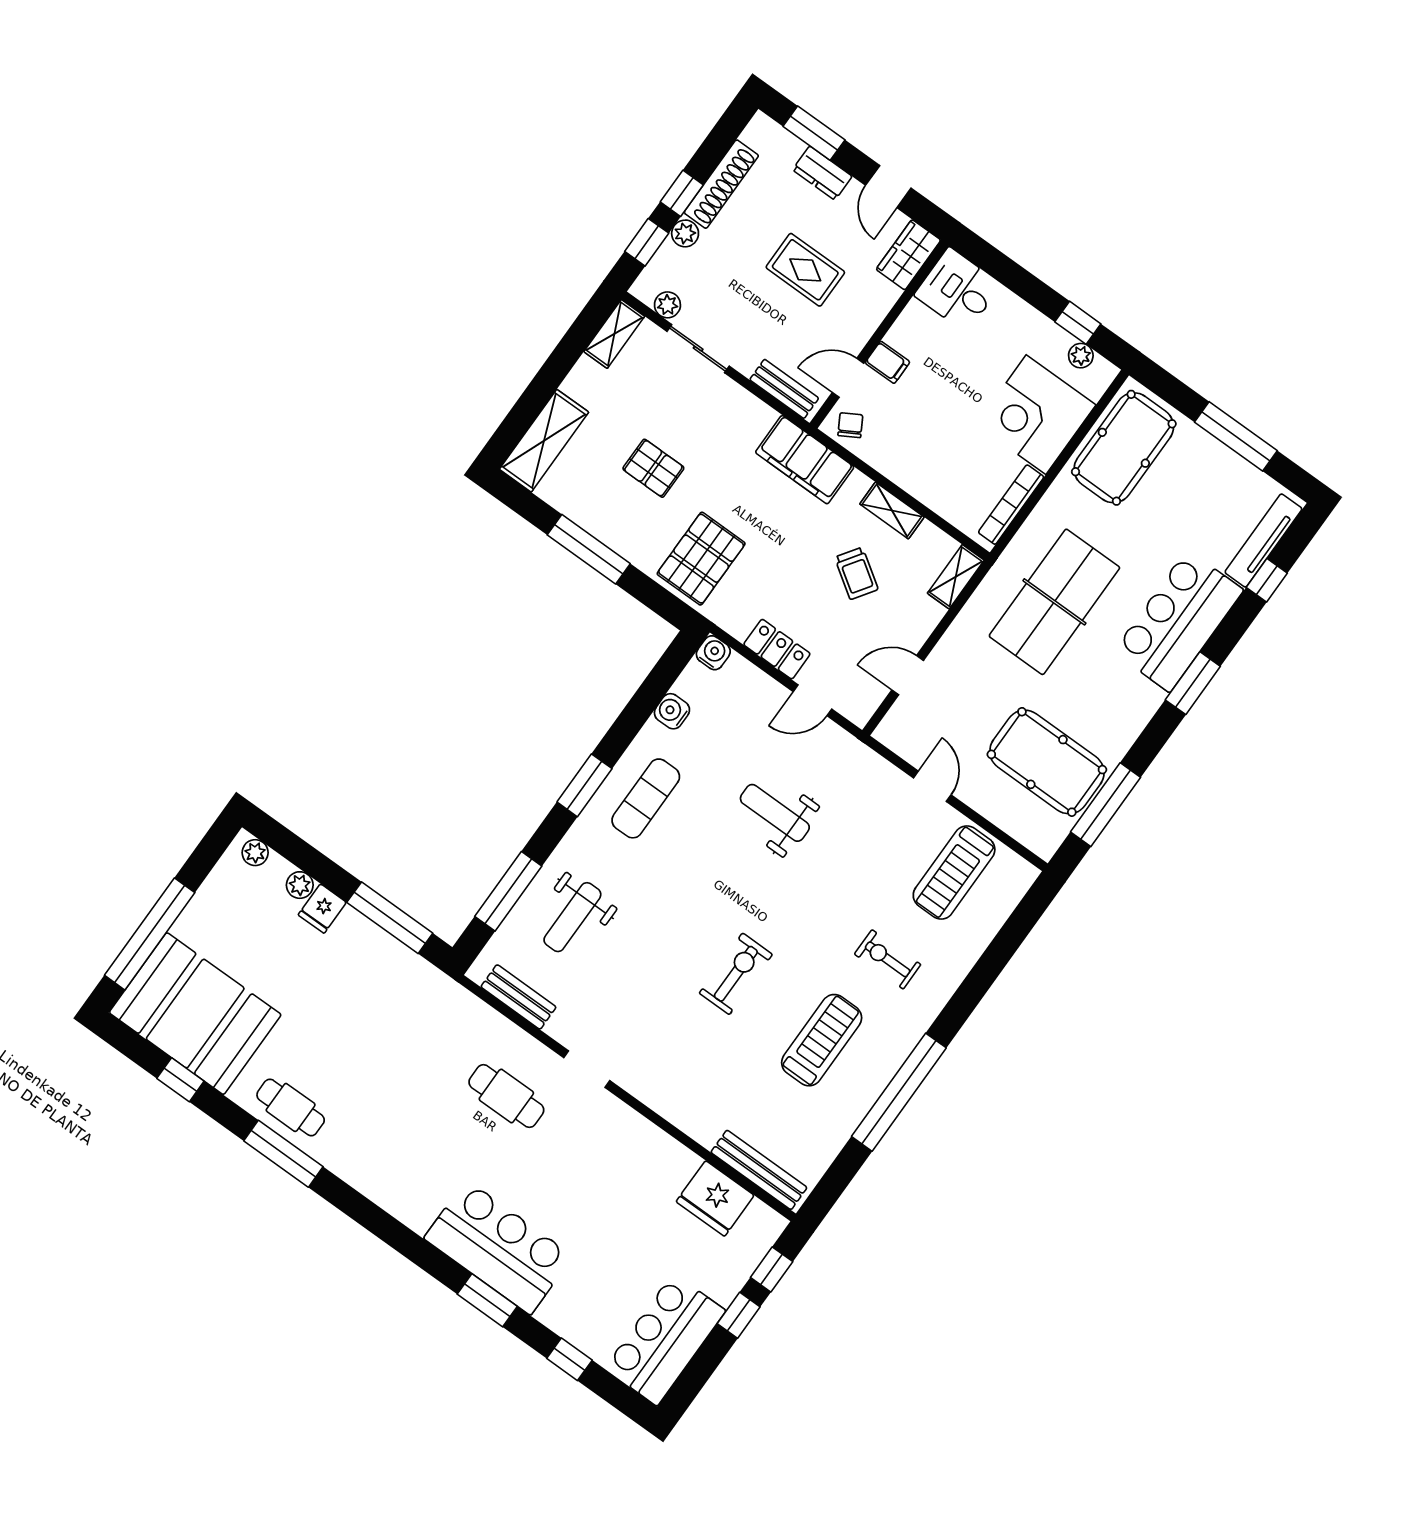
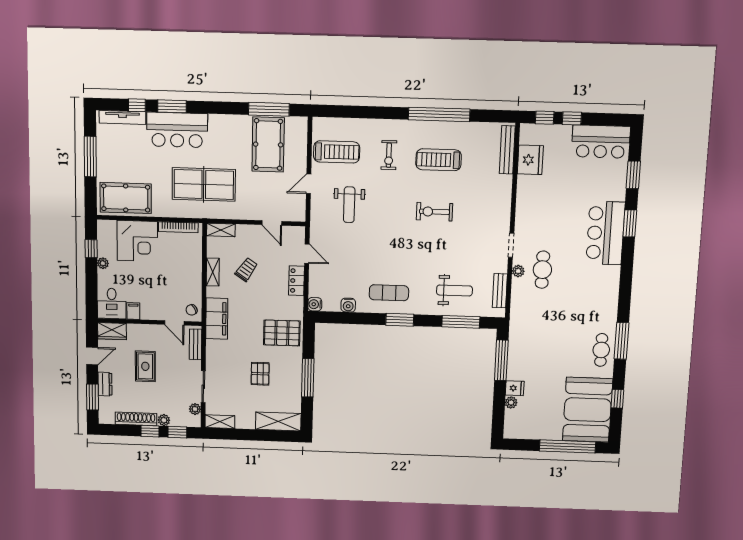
plant: (1081, 356) -> (103, 263), moved
filing cabinet: (887, 362) -> (133, 311), moved
window: (1193, 683) -> (172, 106), moved
weight bench: (775, 813) -> (349, 205), moved
plant: (255, 853) -> (518, 271), moved
window: (569, 1359) -> (633, 175), width x1.50

